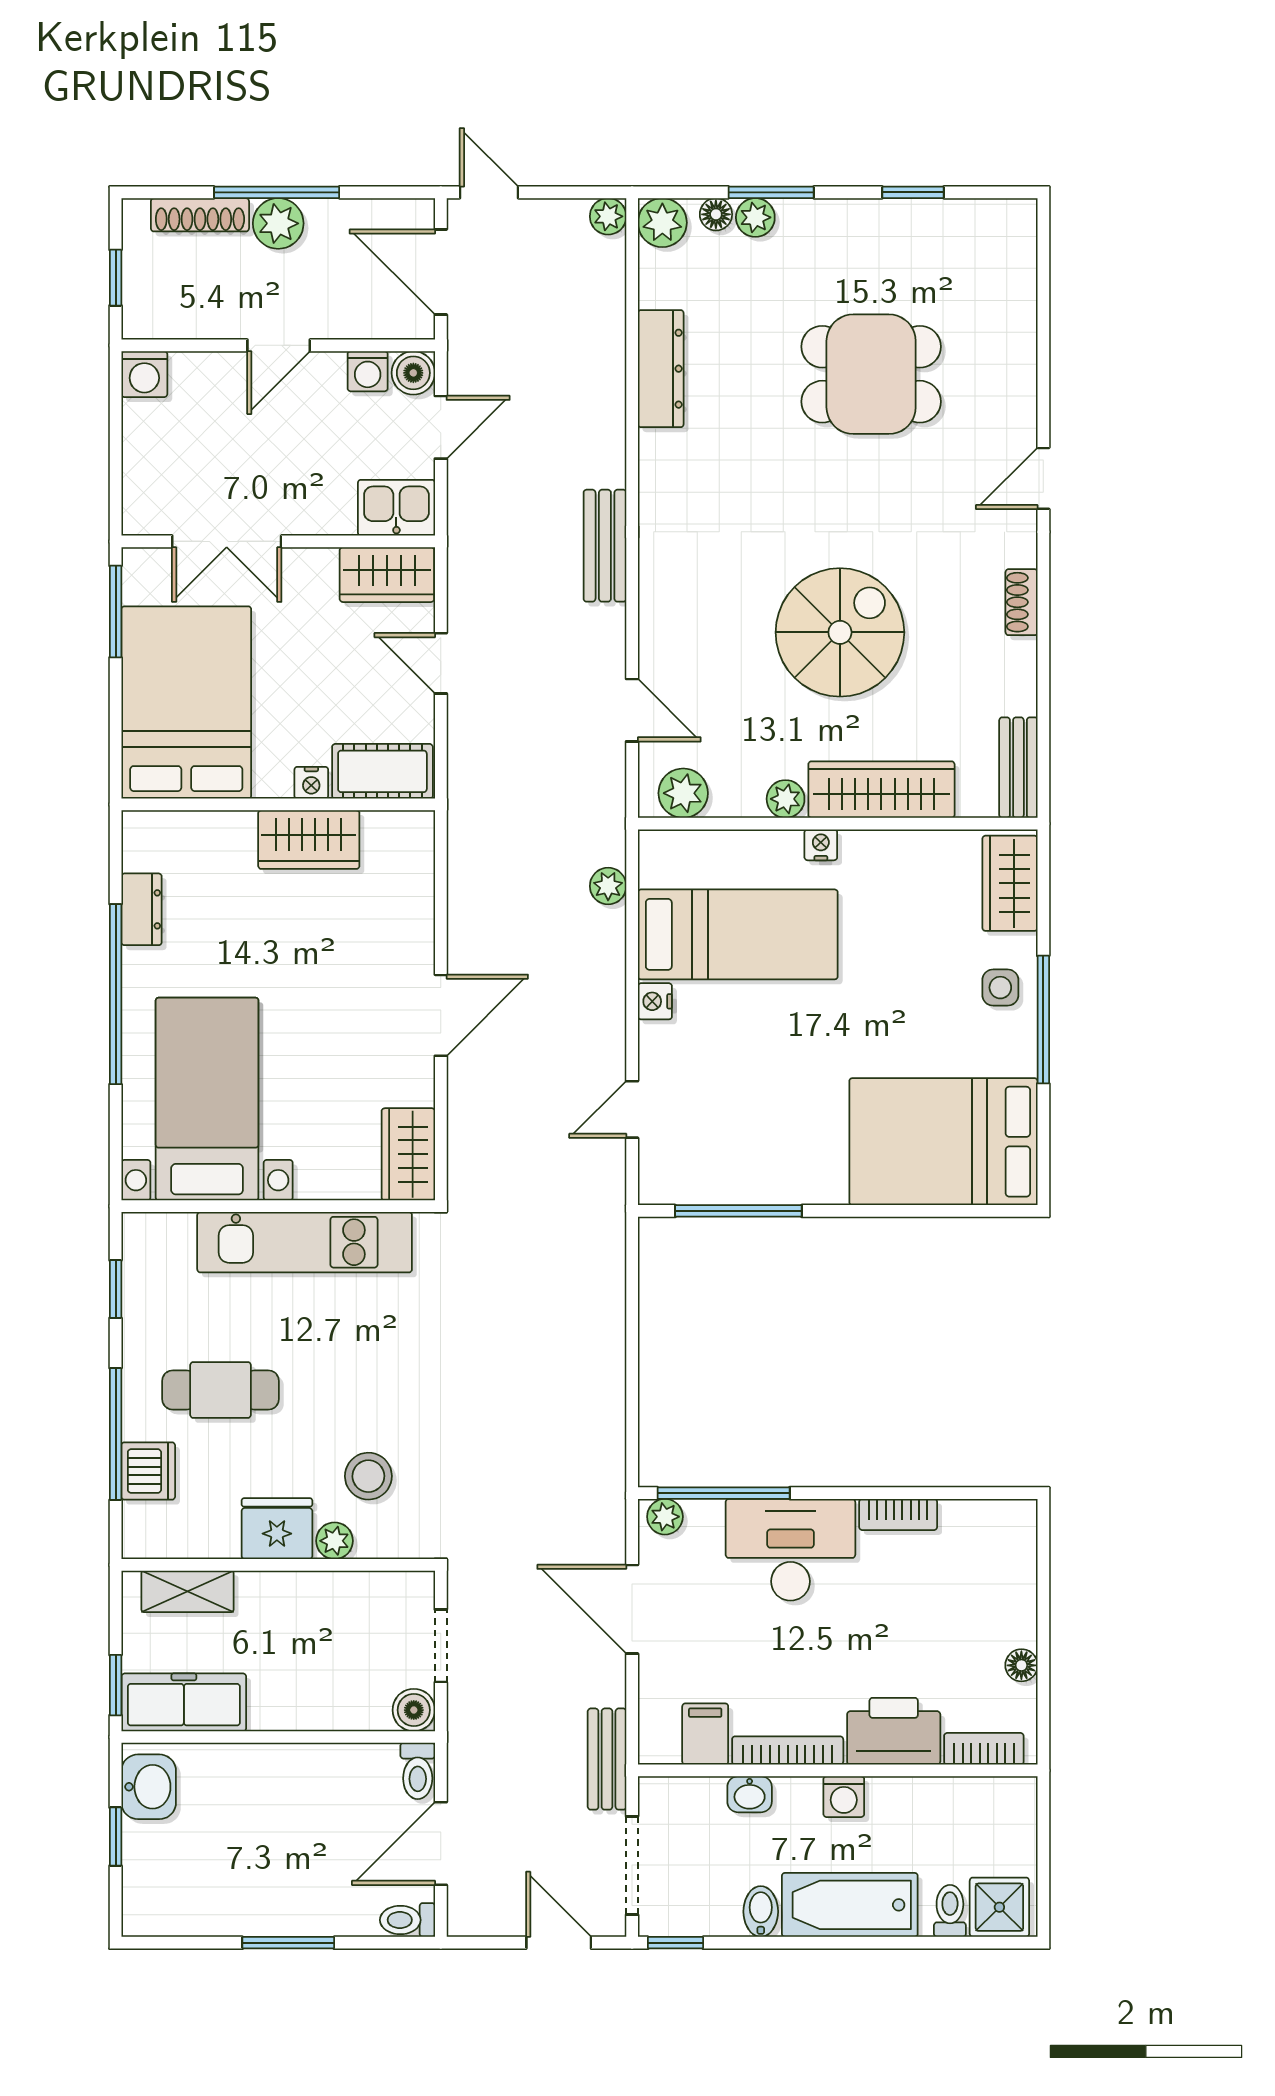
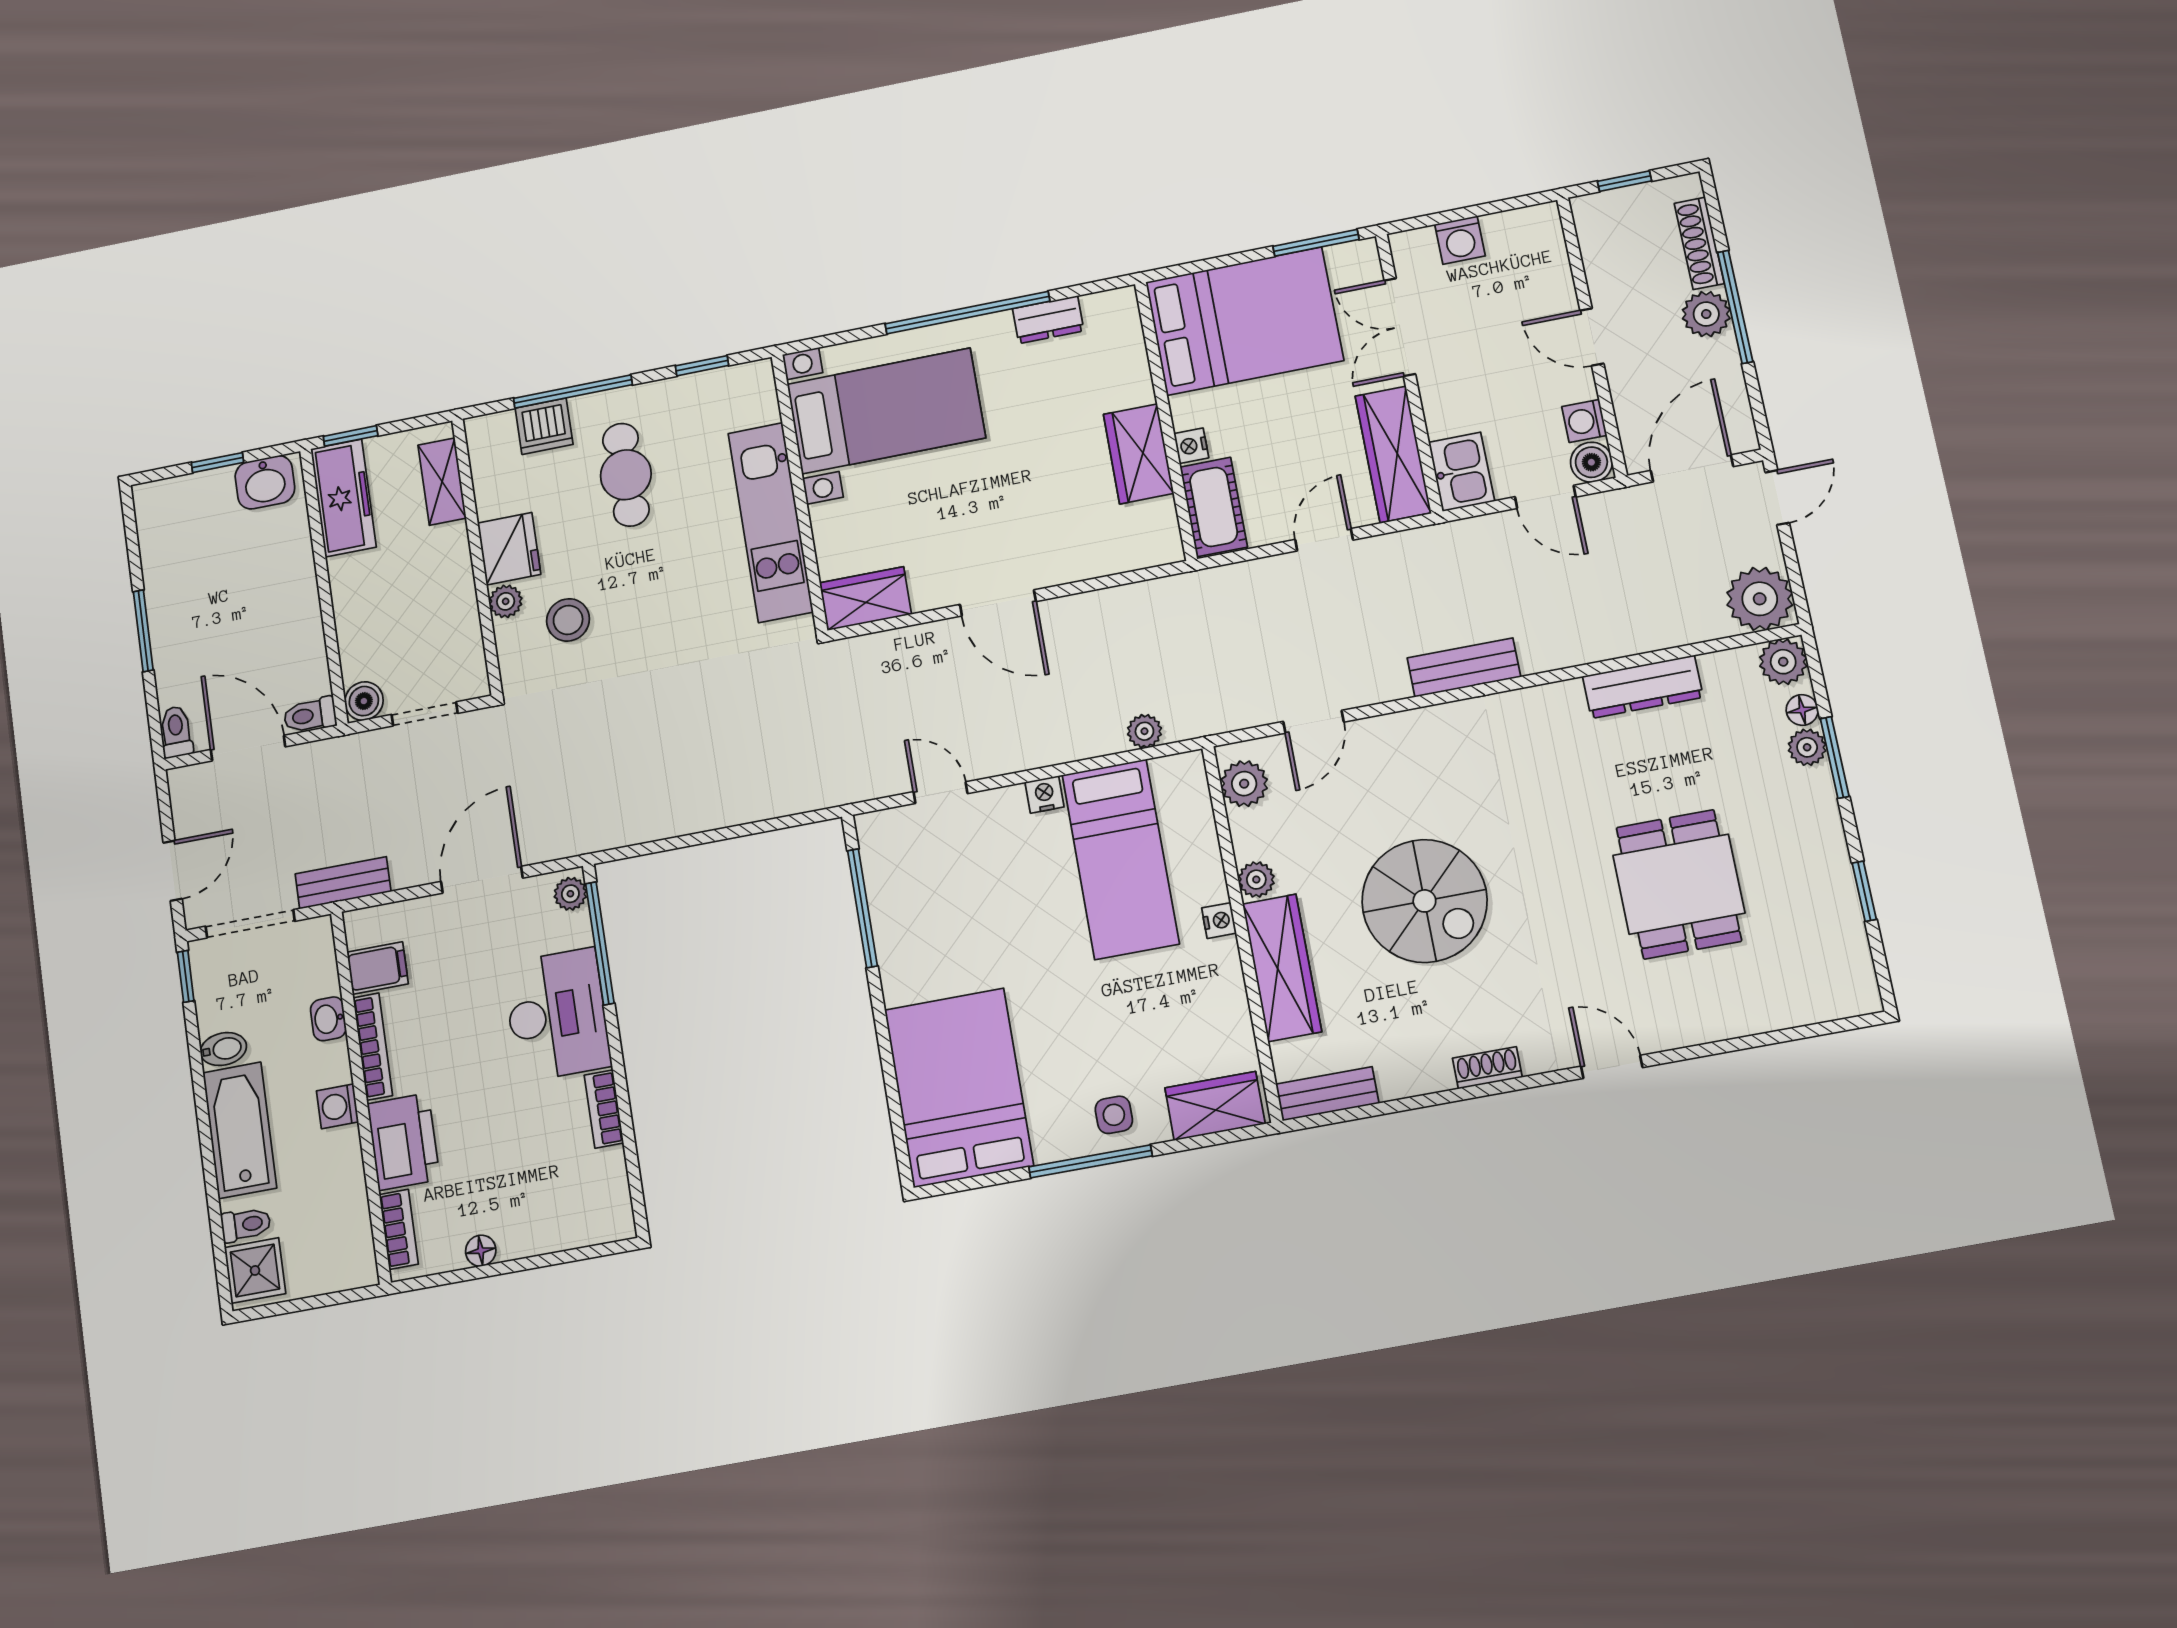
plant: (608, 216) -> (1760, 599), width x1.87, depth x1.87
washing machine: (144, 374) -> (1460, 240), moved, turned -90
wardrobe: (387, 575) -> (1393, 454), width x1.50

